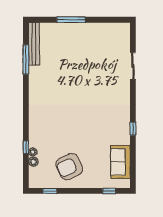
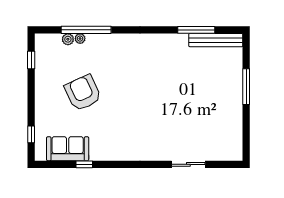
window: (133, 129) -> (84, 164), moved
window: (26, 147) -> (86, 30), width x3.17
armchair: (69, 167) -> (83, 93), moved

